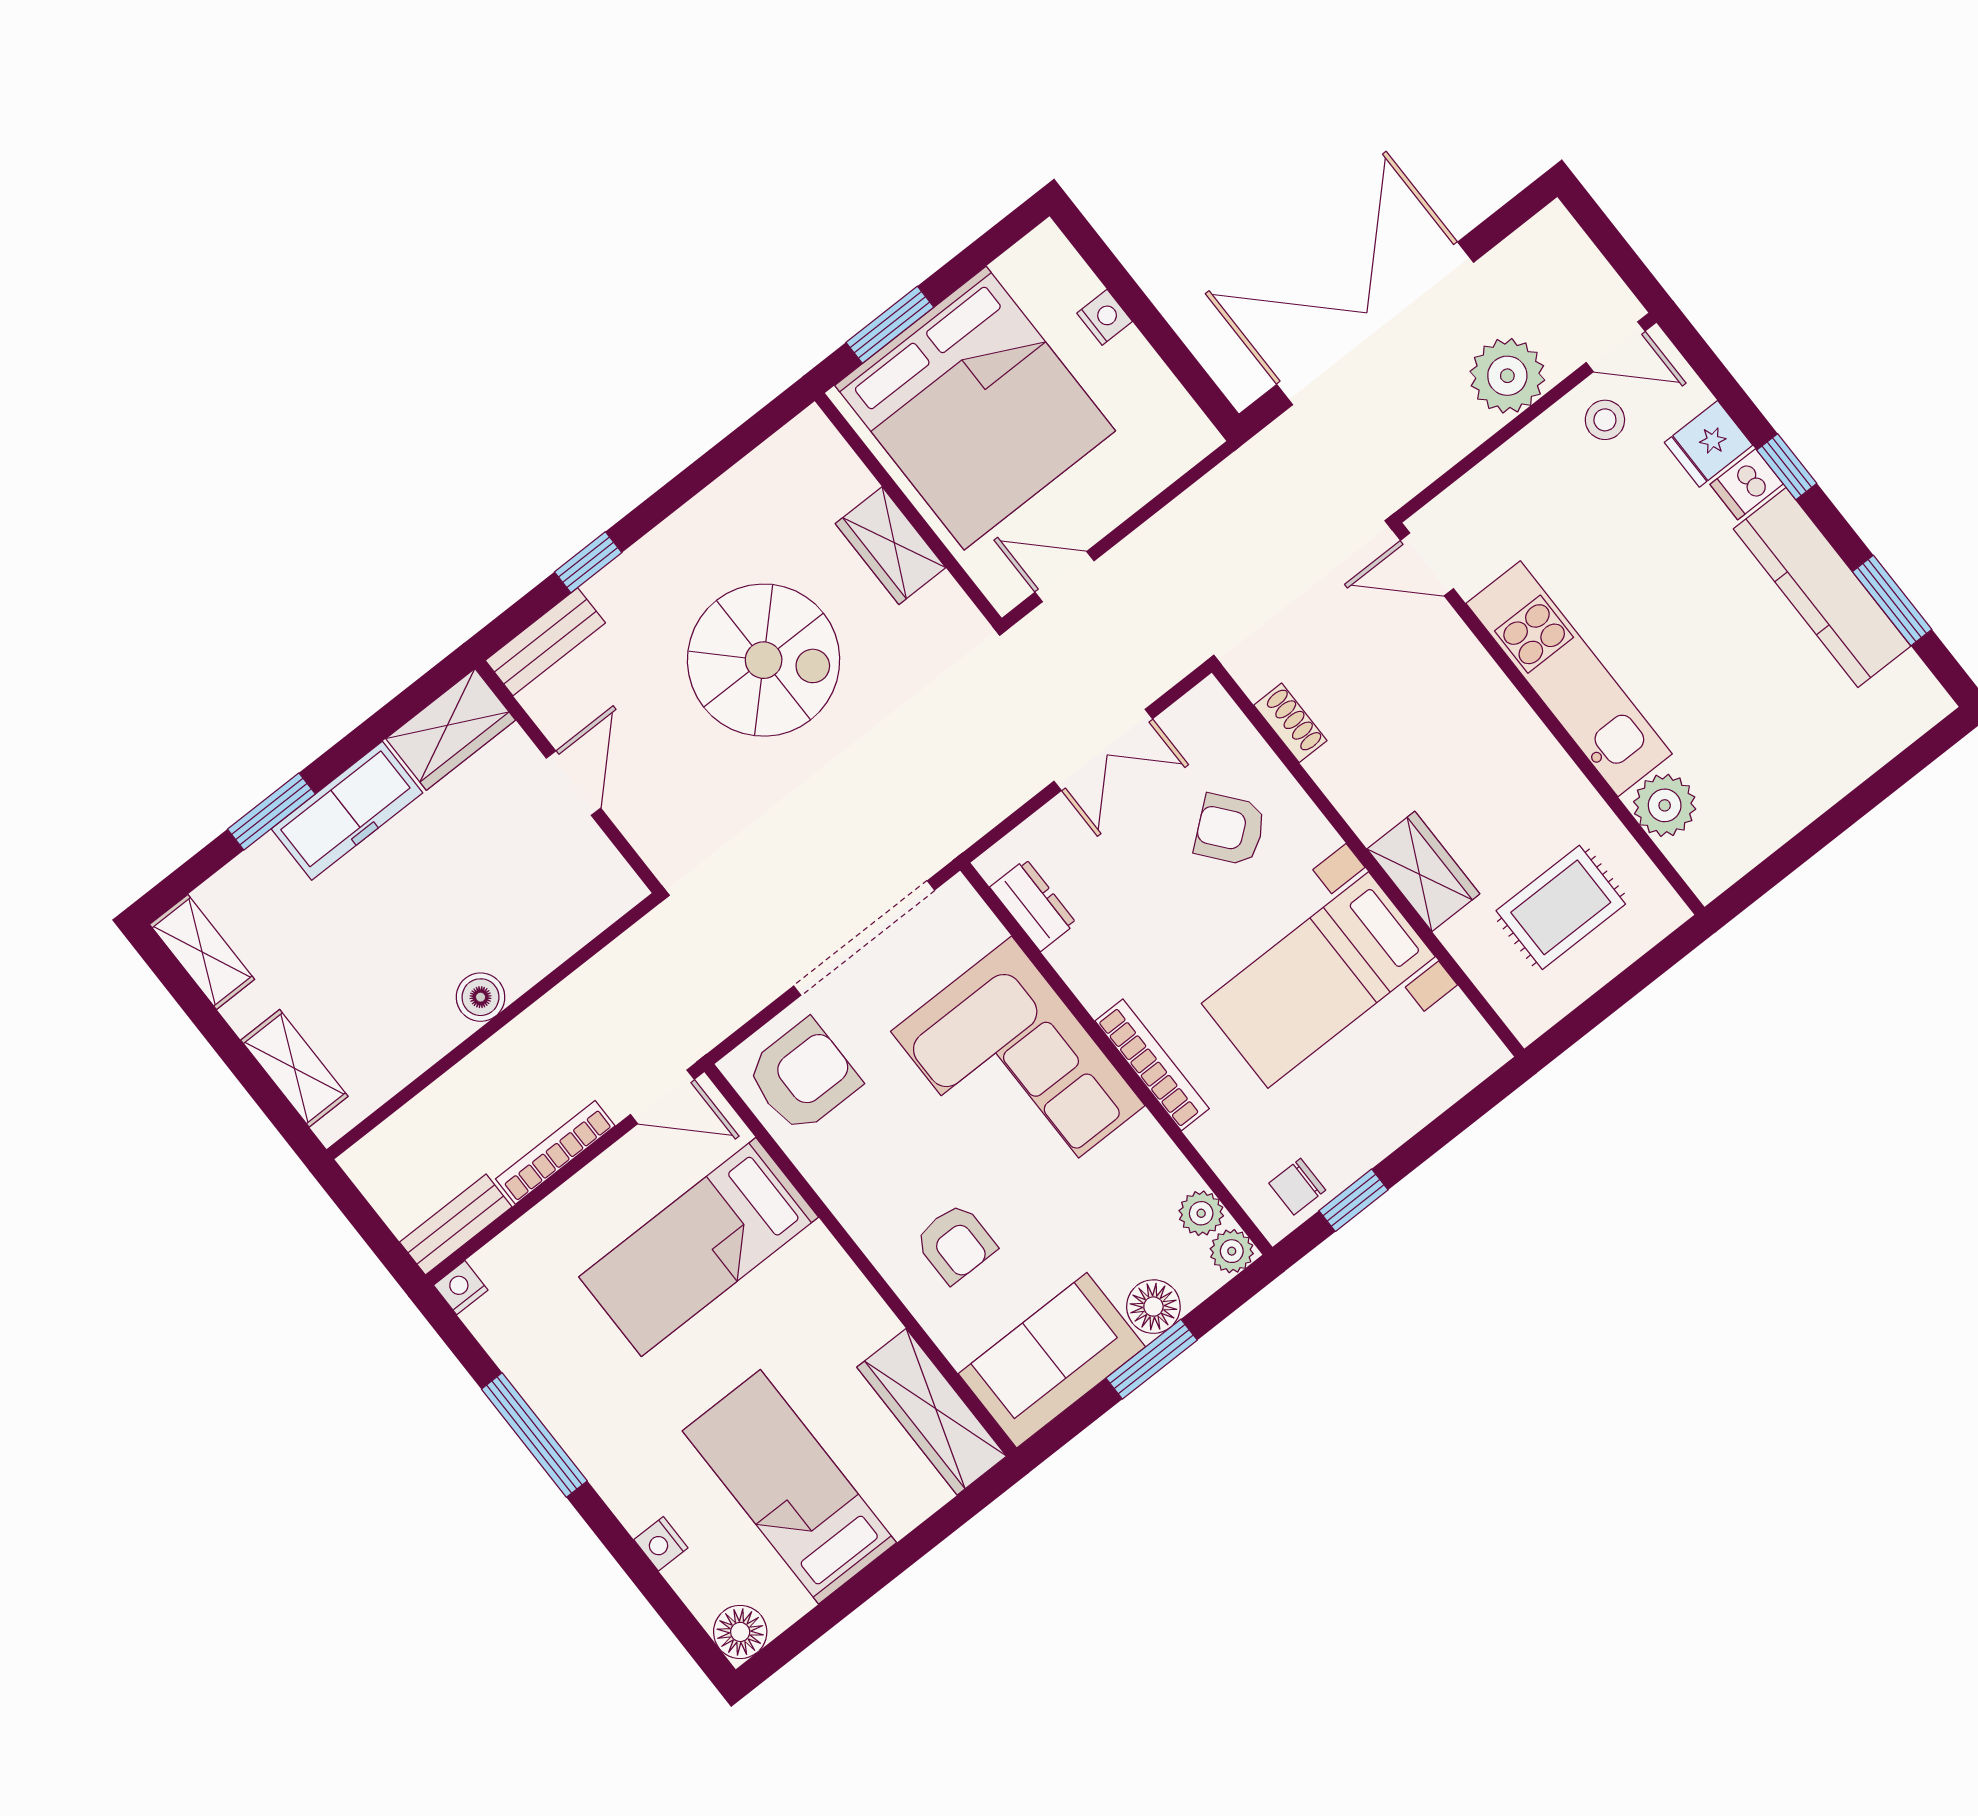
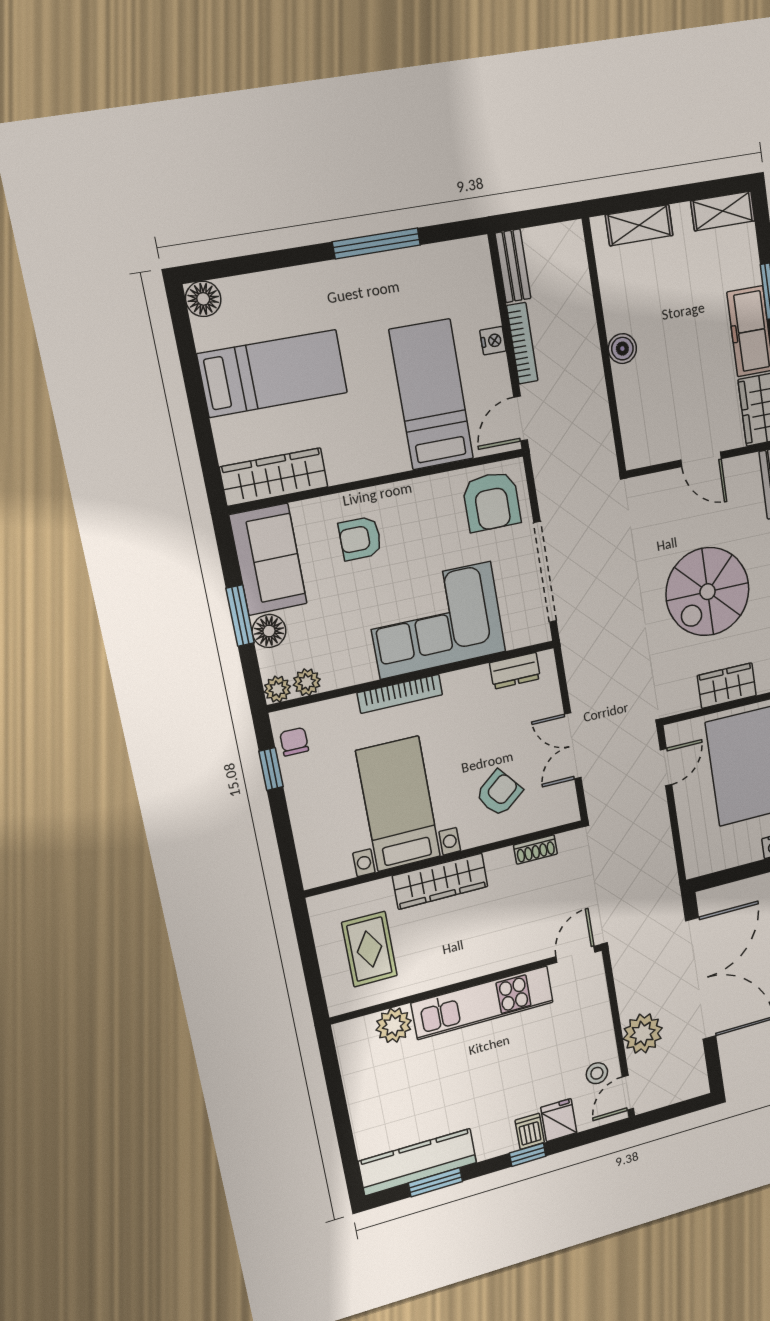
kitchen counter: (1822, 587) -> (418, 1162), moved
wardrobe: (1423, 871) -> (440, 881), width x1.50
nightstand: (461, 1288) -> (493, 341), moved
nightstand: (661, 1544) -> (278, 281), removed

